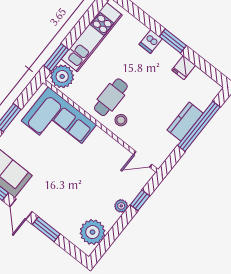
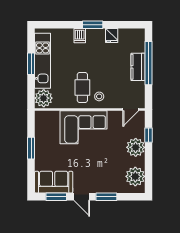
window: (56, 58) -> (31, 64), moved
corner sofa: (59, 123) -> (83, 127), moved
plant: (121, 206) -> (136, 147), width x1.88, depth x1.88

